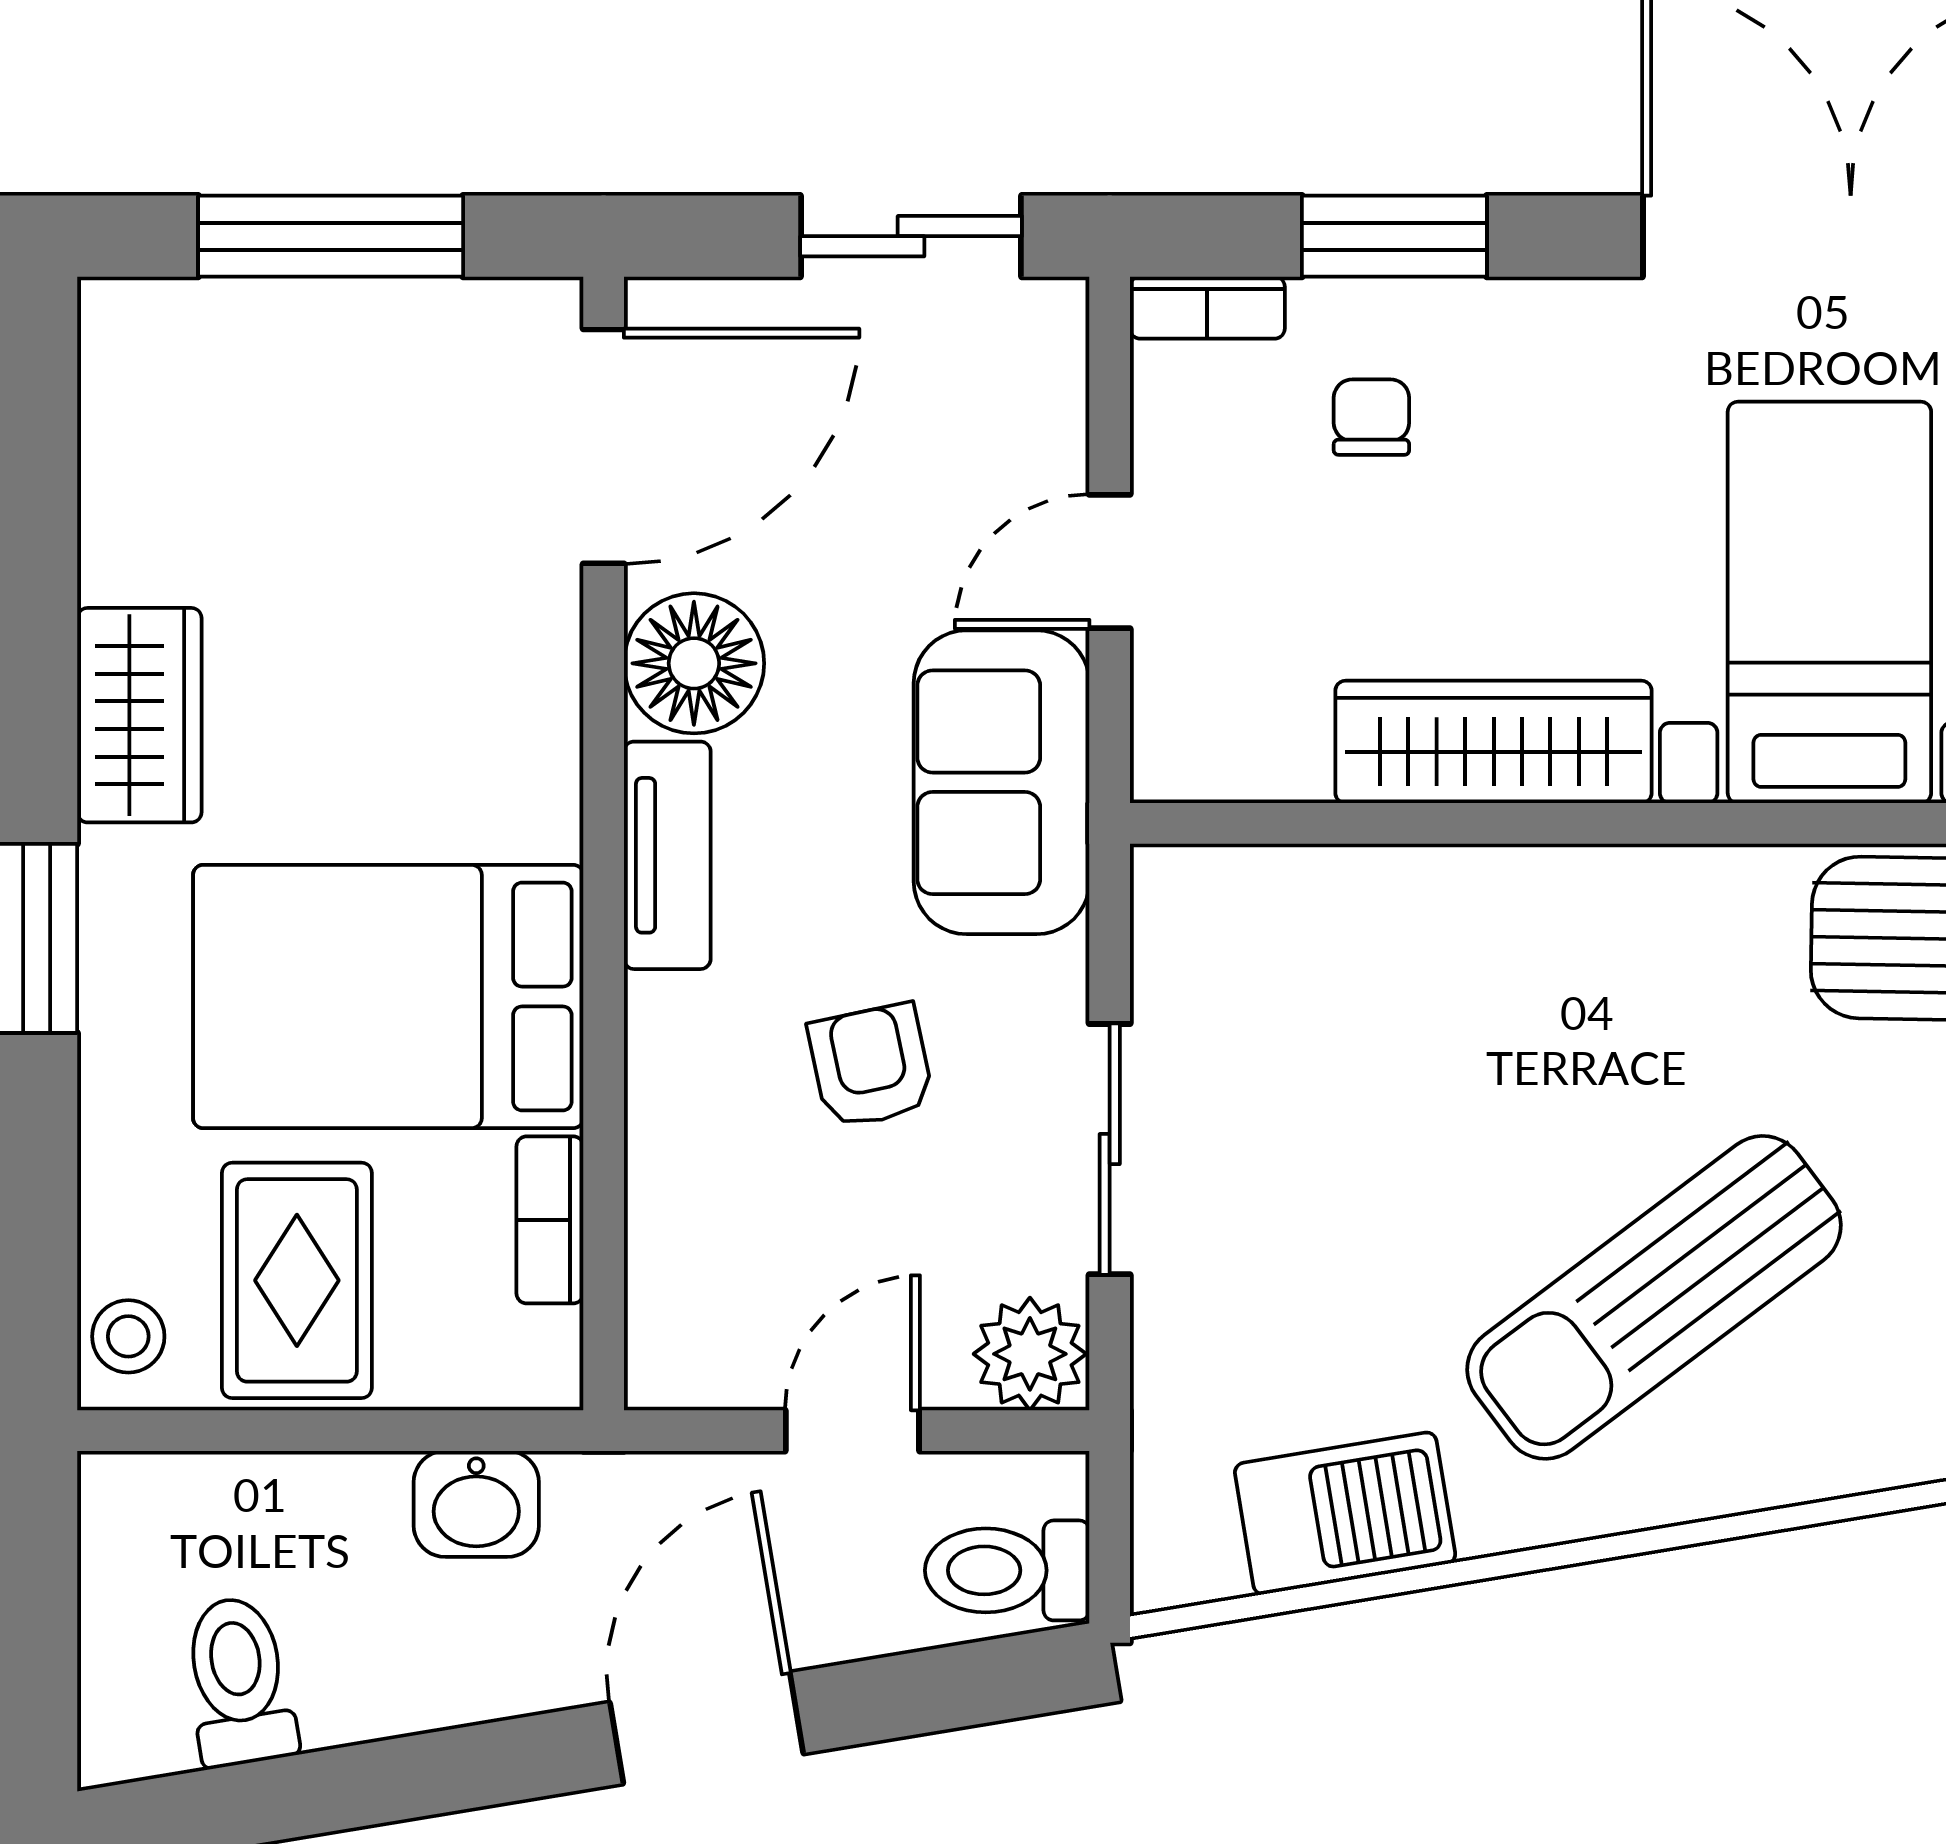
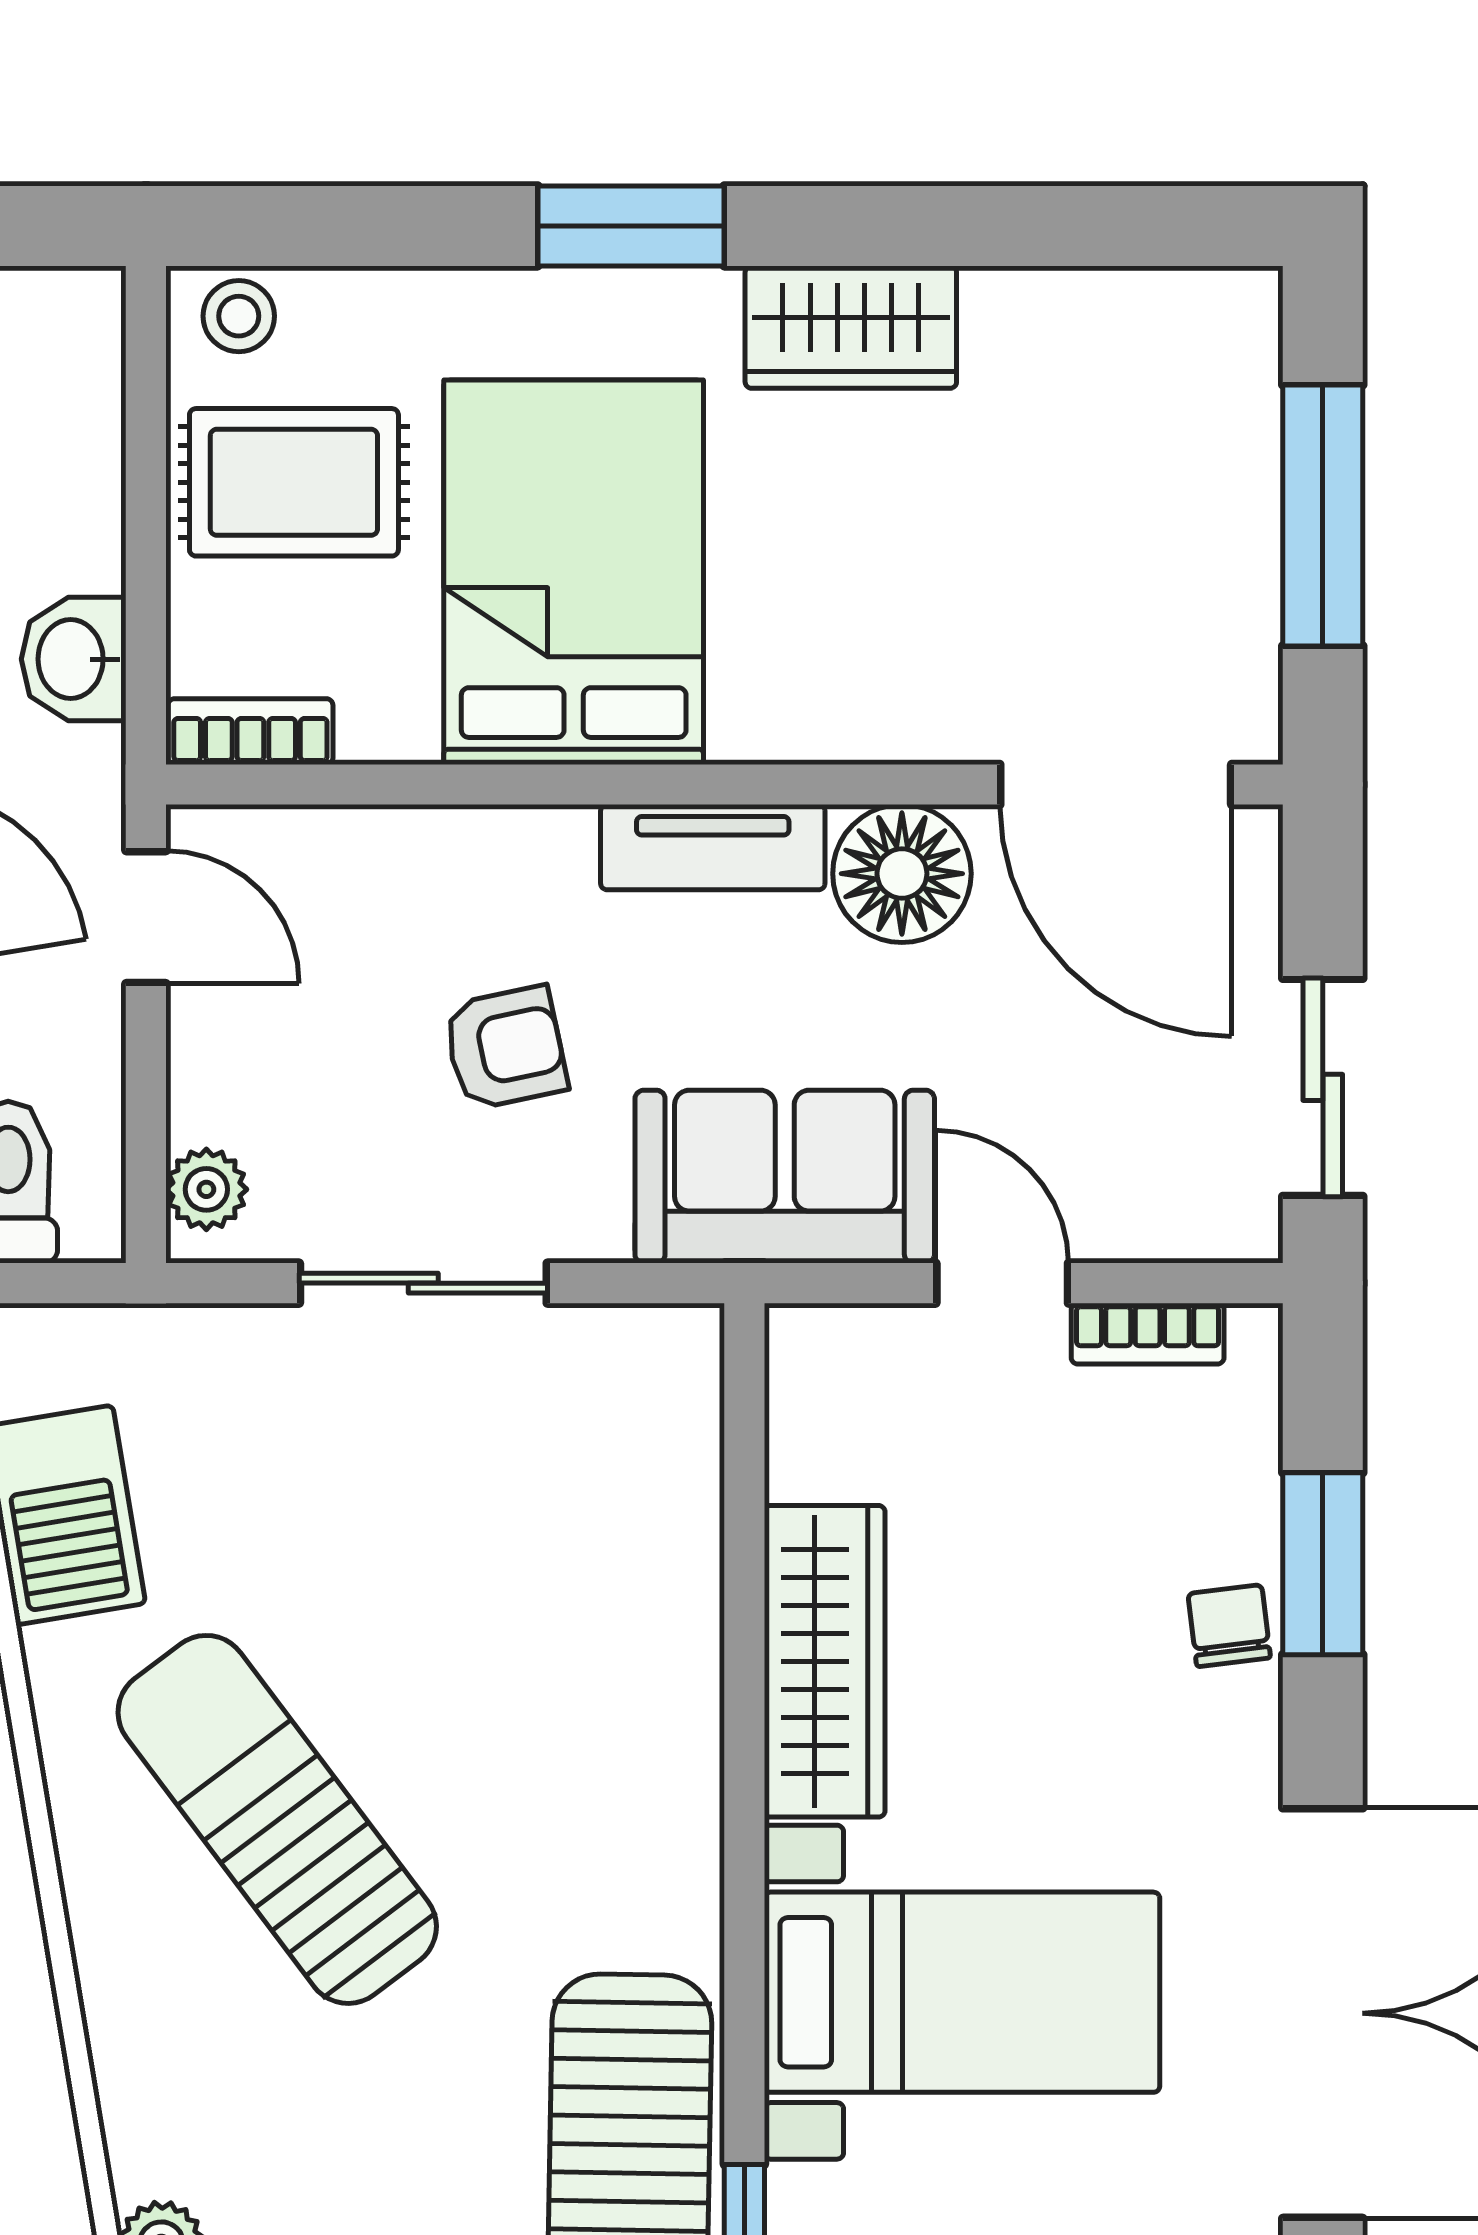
bookcase: (1207, 308) -> (1148, 1334), moved, turned -90
chair: (1371, 417) -> (1229, 1626), moved, turned -97
bookcase: (550, 1220) -> (250, 732), moved
plant: (1030, 1354) -> (206, 1189), width x0.73, depth x0.73
door: (852, 1431) -> (146, 917), moved

